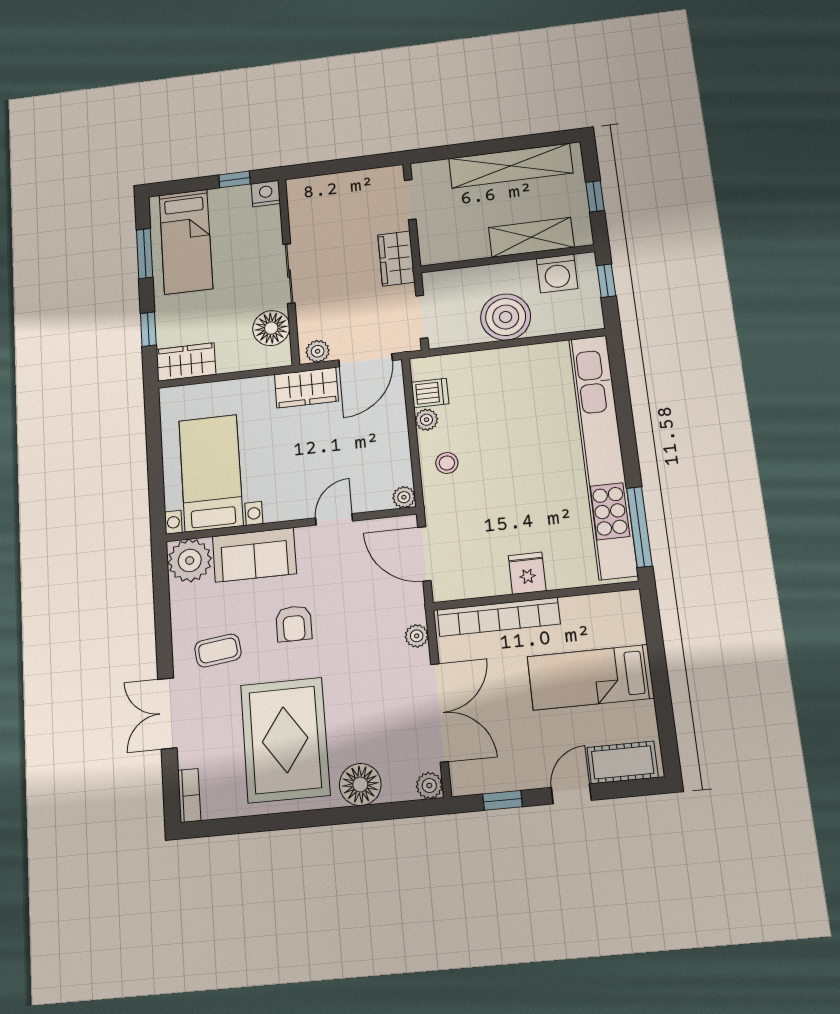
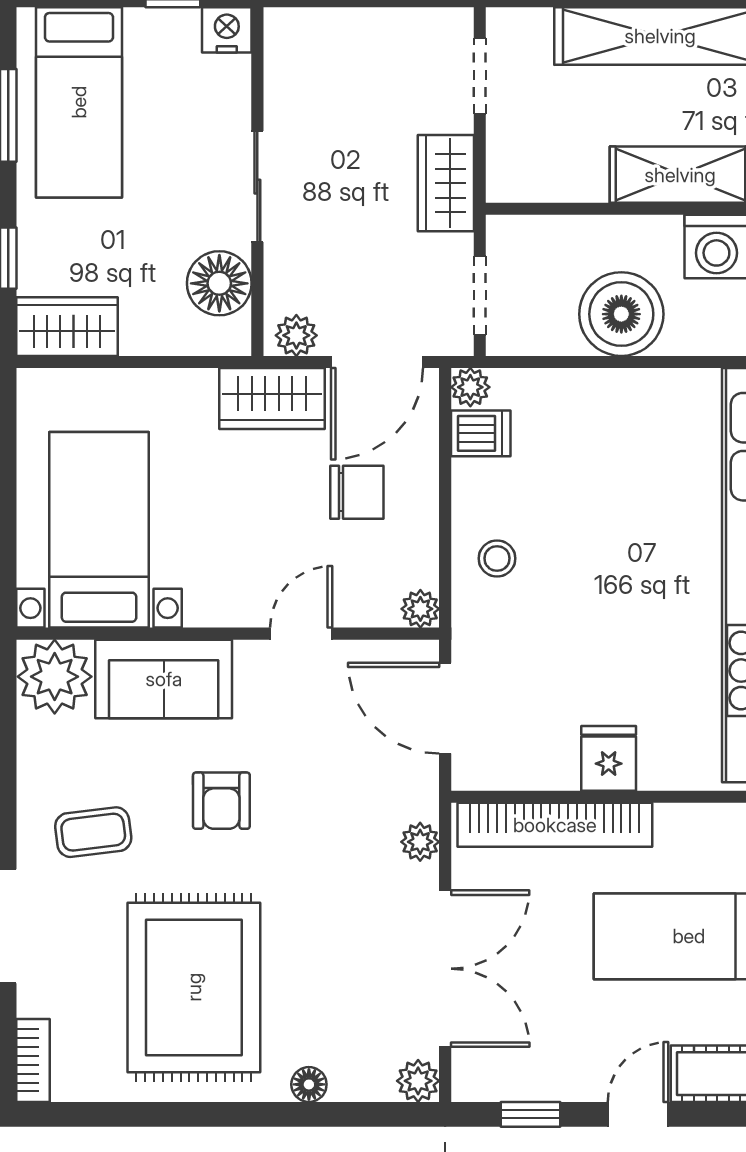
plant: (426, 420) -> (470, 387), moved
chair: (360, 435) -> (357, 492), added
floor lamp: (360, 784) -> (309, 1084), width x0.53, depth x0.53

